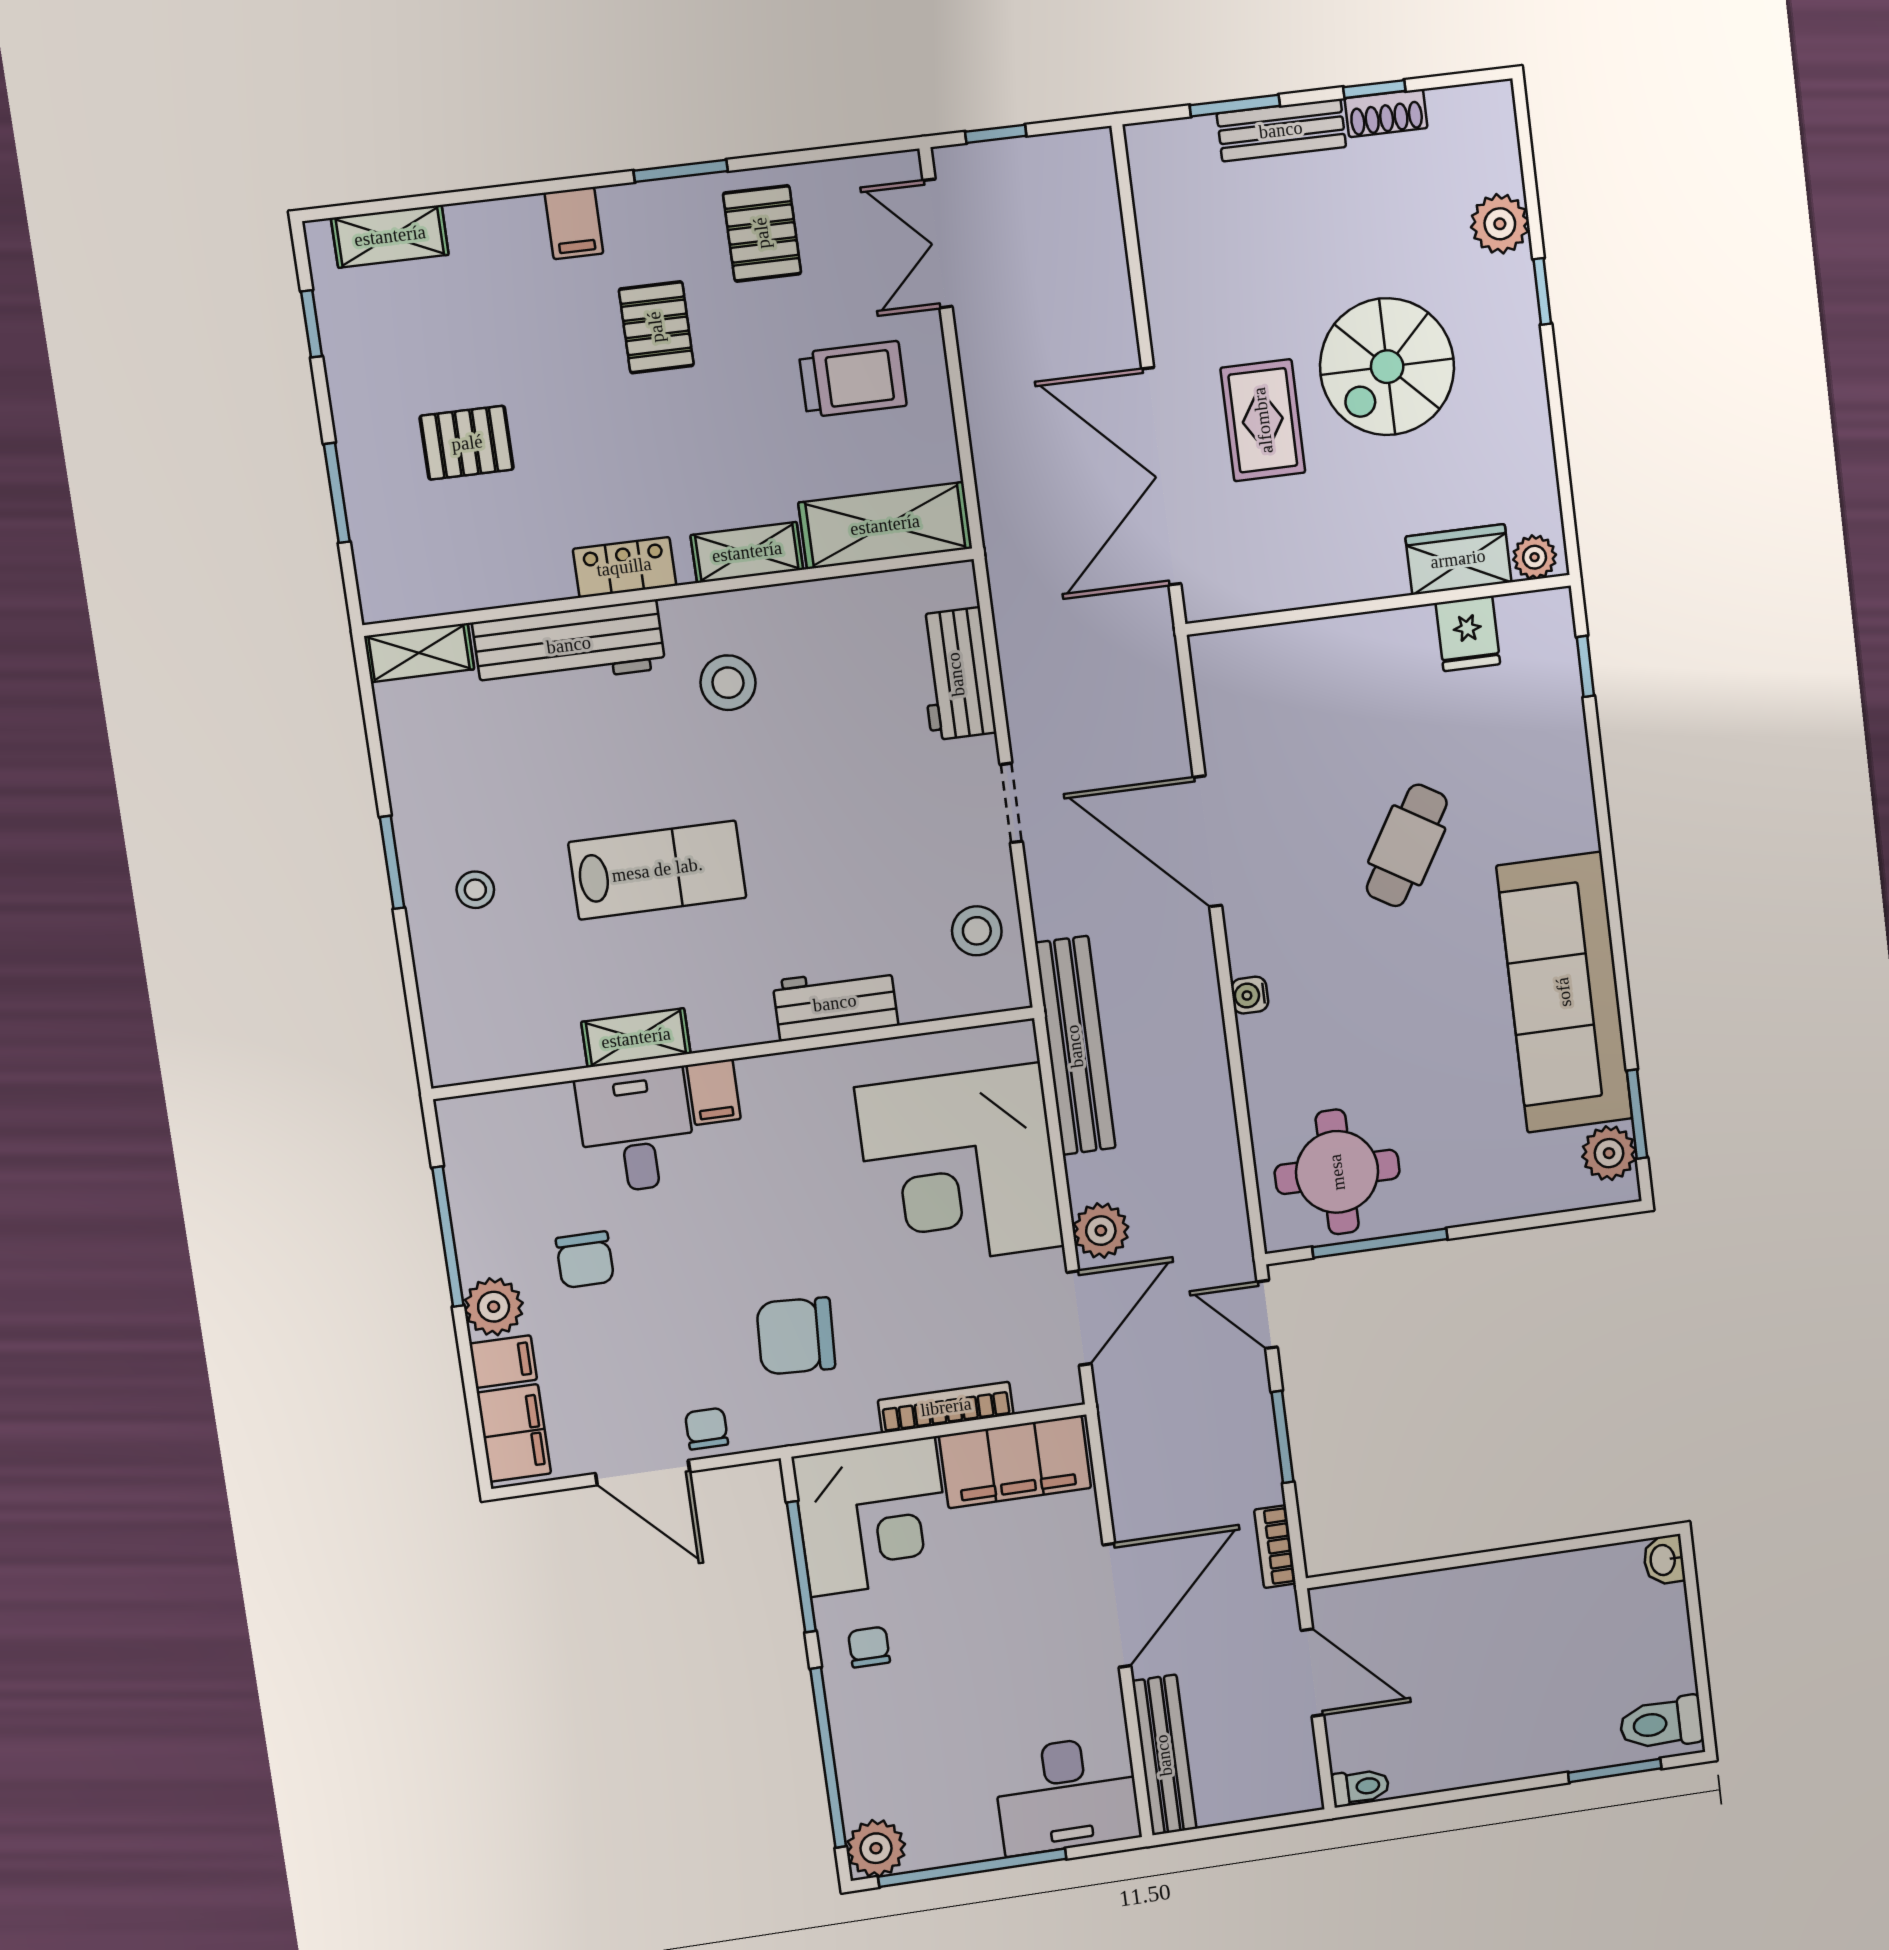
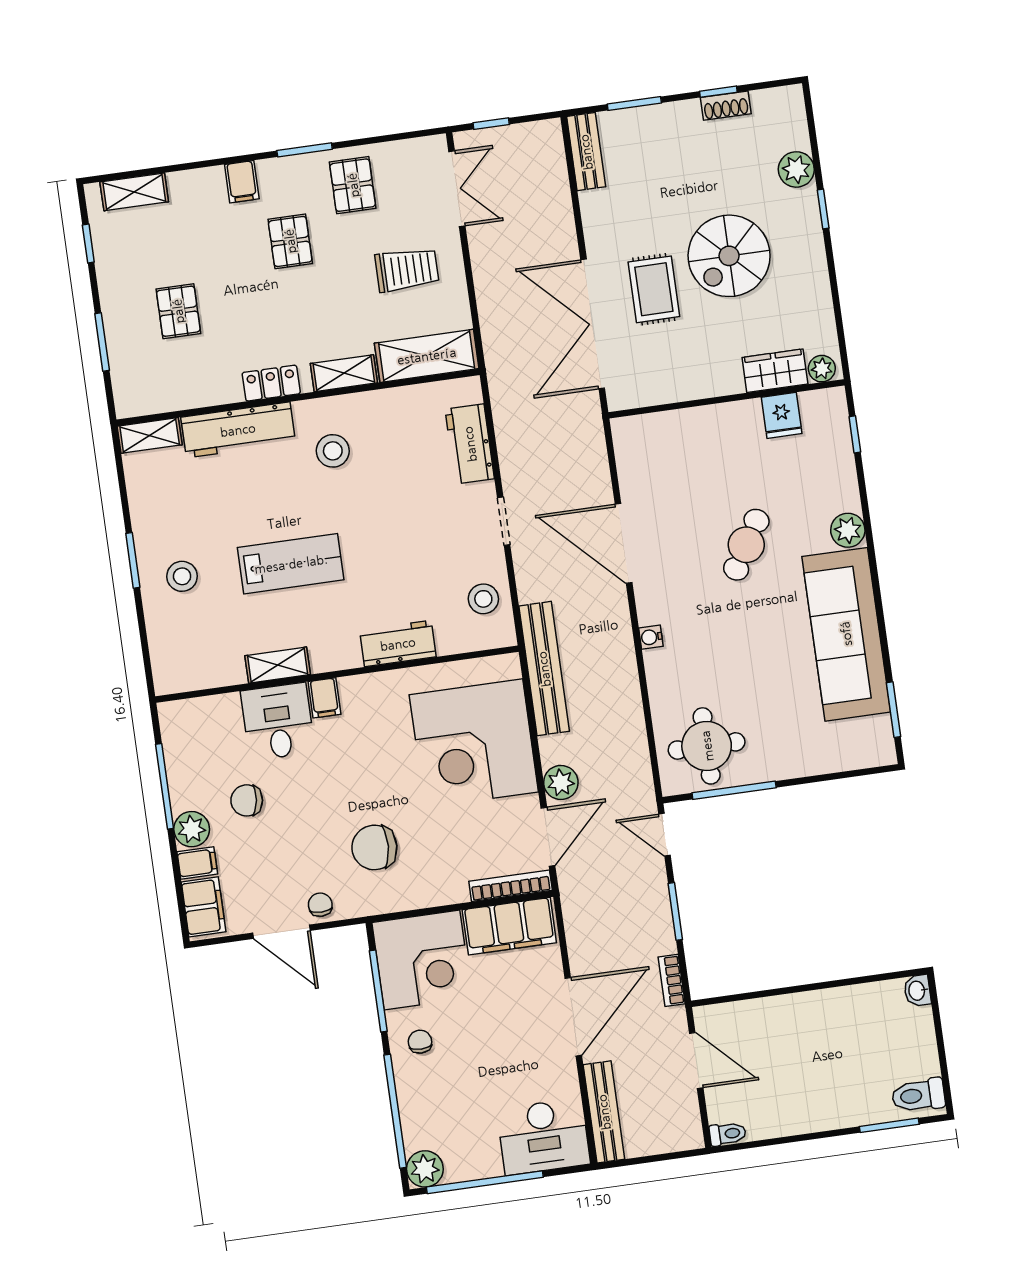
bench: (1281, 130) -> (586, 152), moved, turned 90
double door: (937, 244) -> (457, 189), swing flipped
pallet: (467, 443) -> (178, 311), turned 90
stool: (475, 890) -> (182, 576), width x1.37, depth x1.37
plant: (1609, 1153) -> (848, 530), moved
chair: (585, 1260) -> (247, 800), turned 98
bookcase: (946, 1407) -> (511, 886), moved

